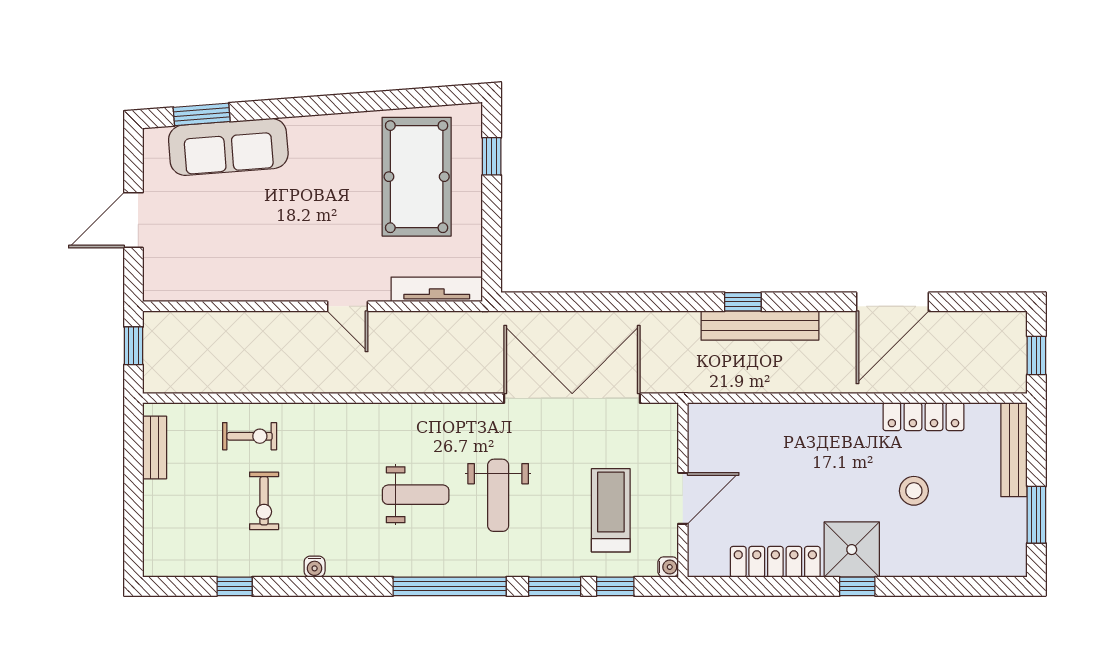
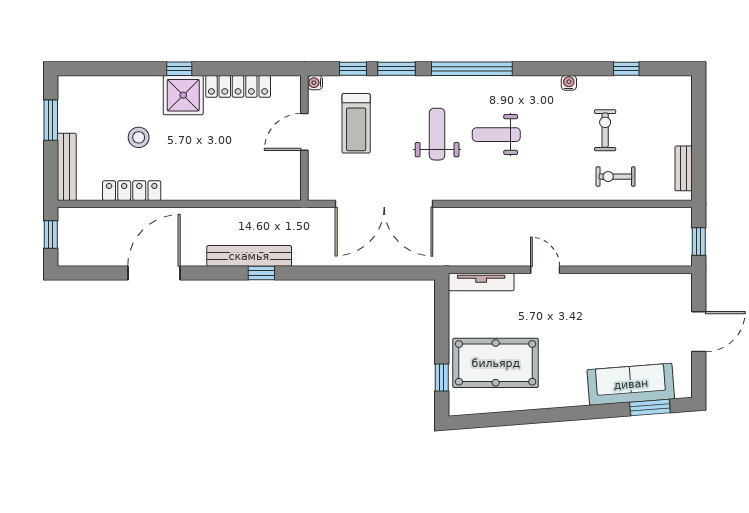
pool table: (417, 177) -> (496, 363), turned 90

